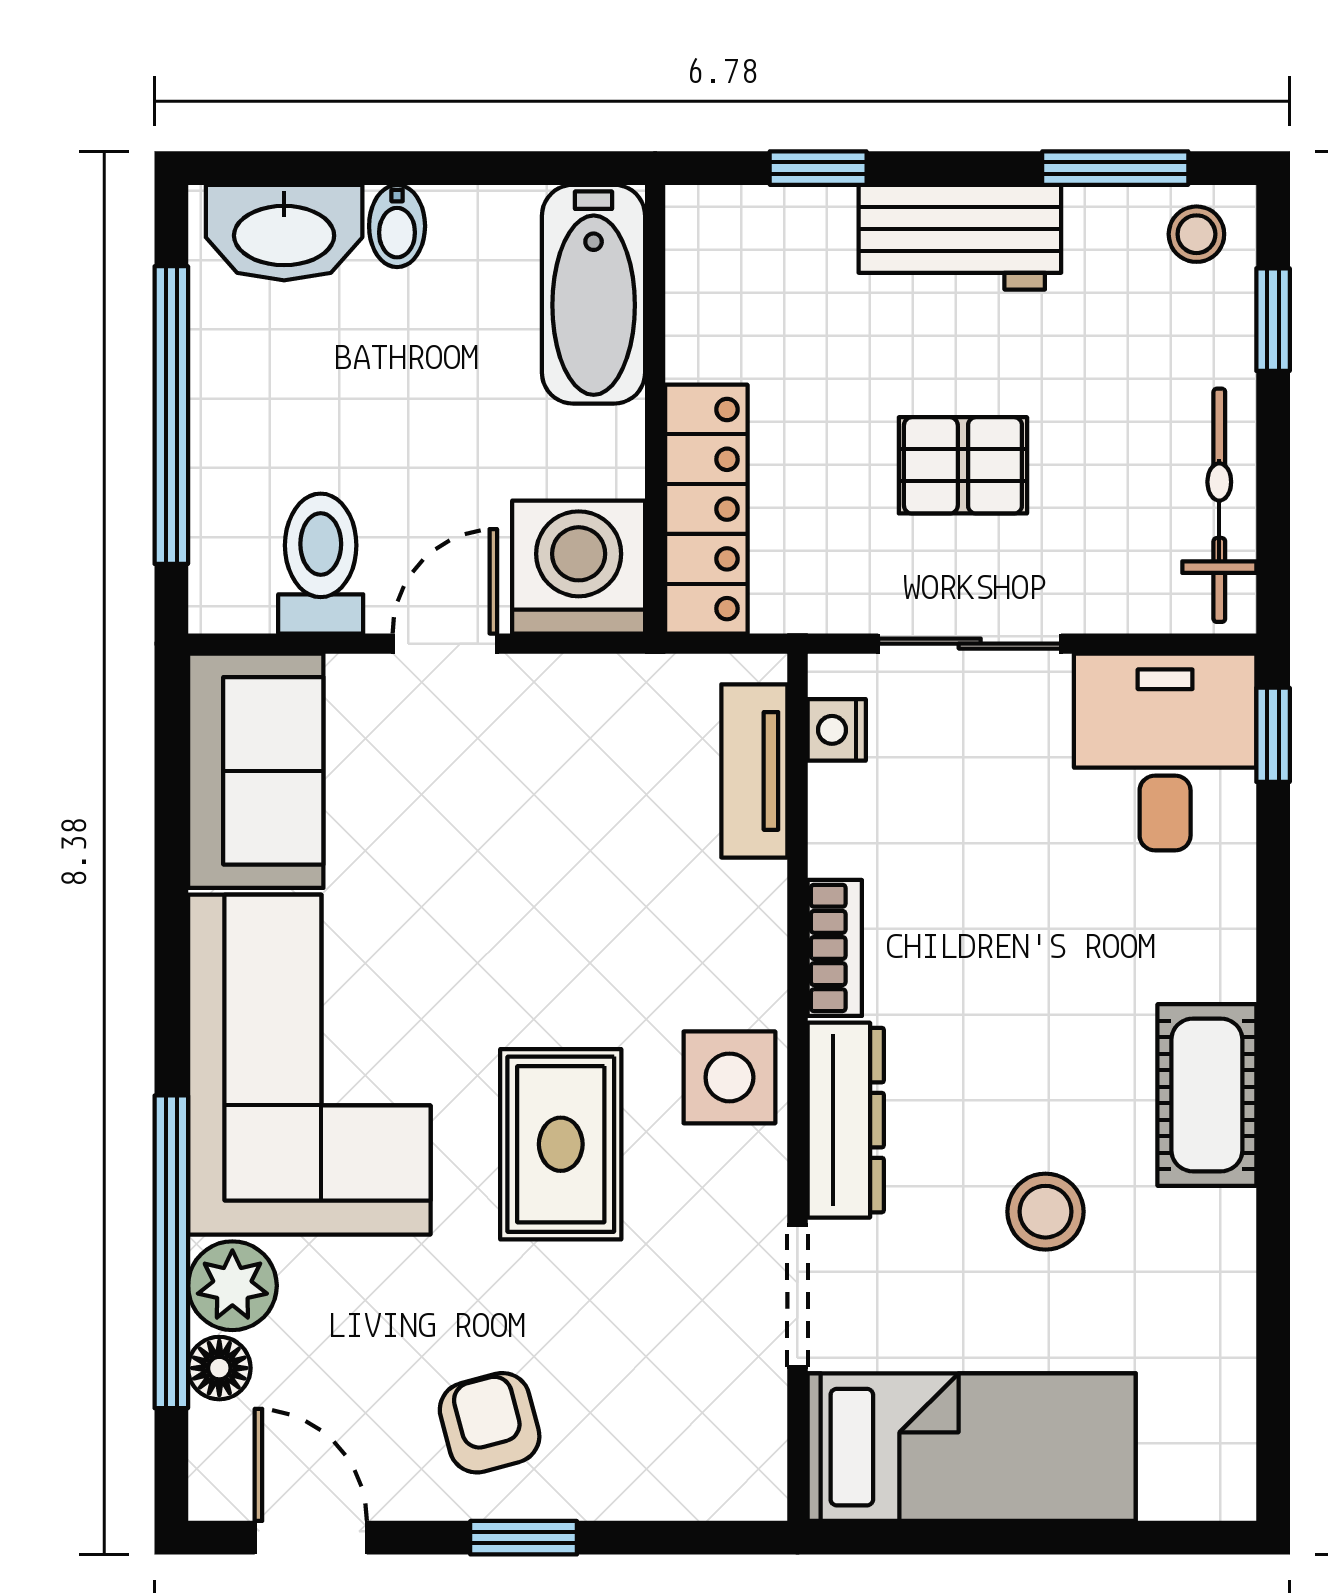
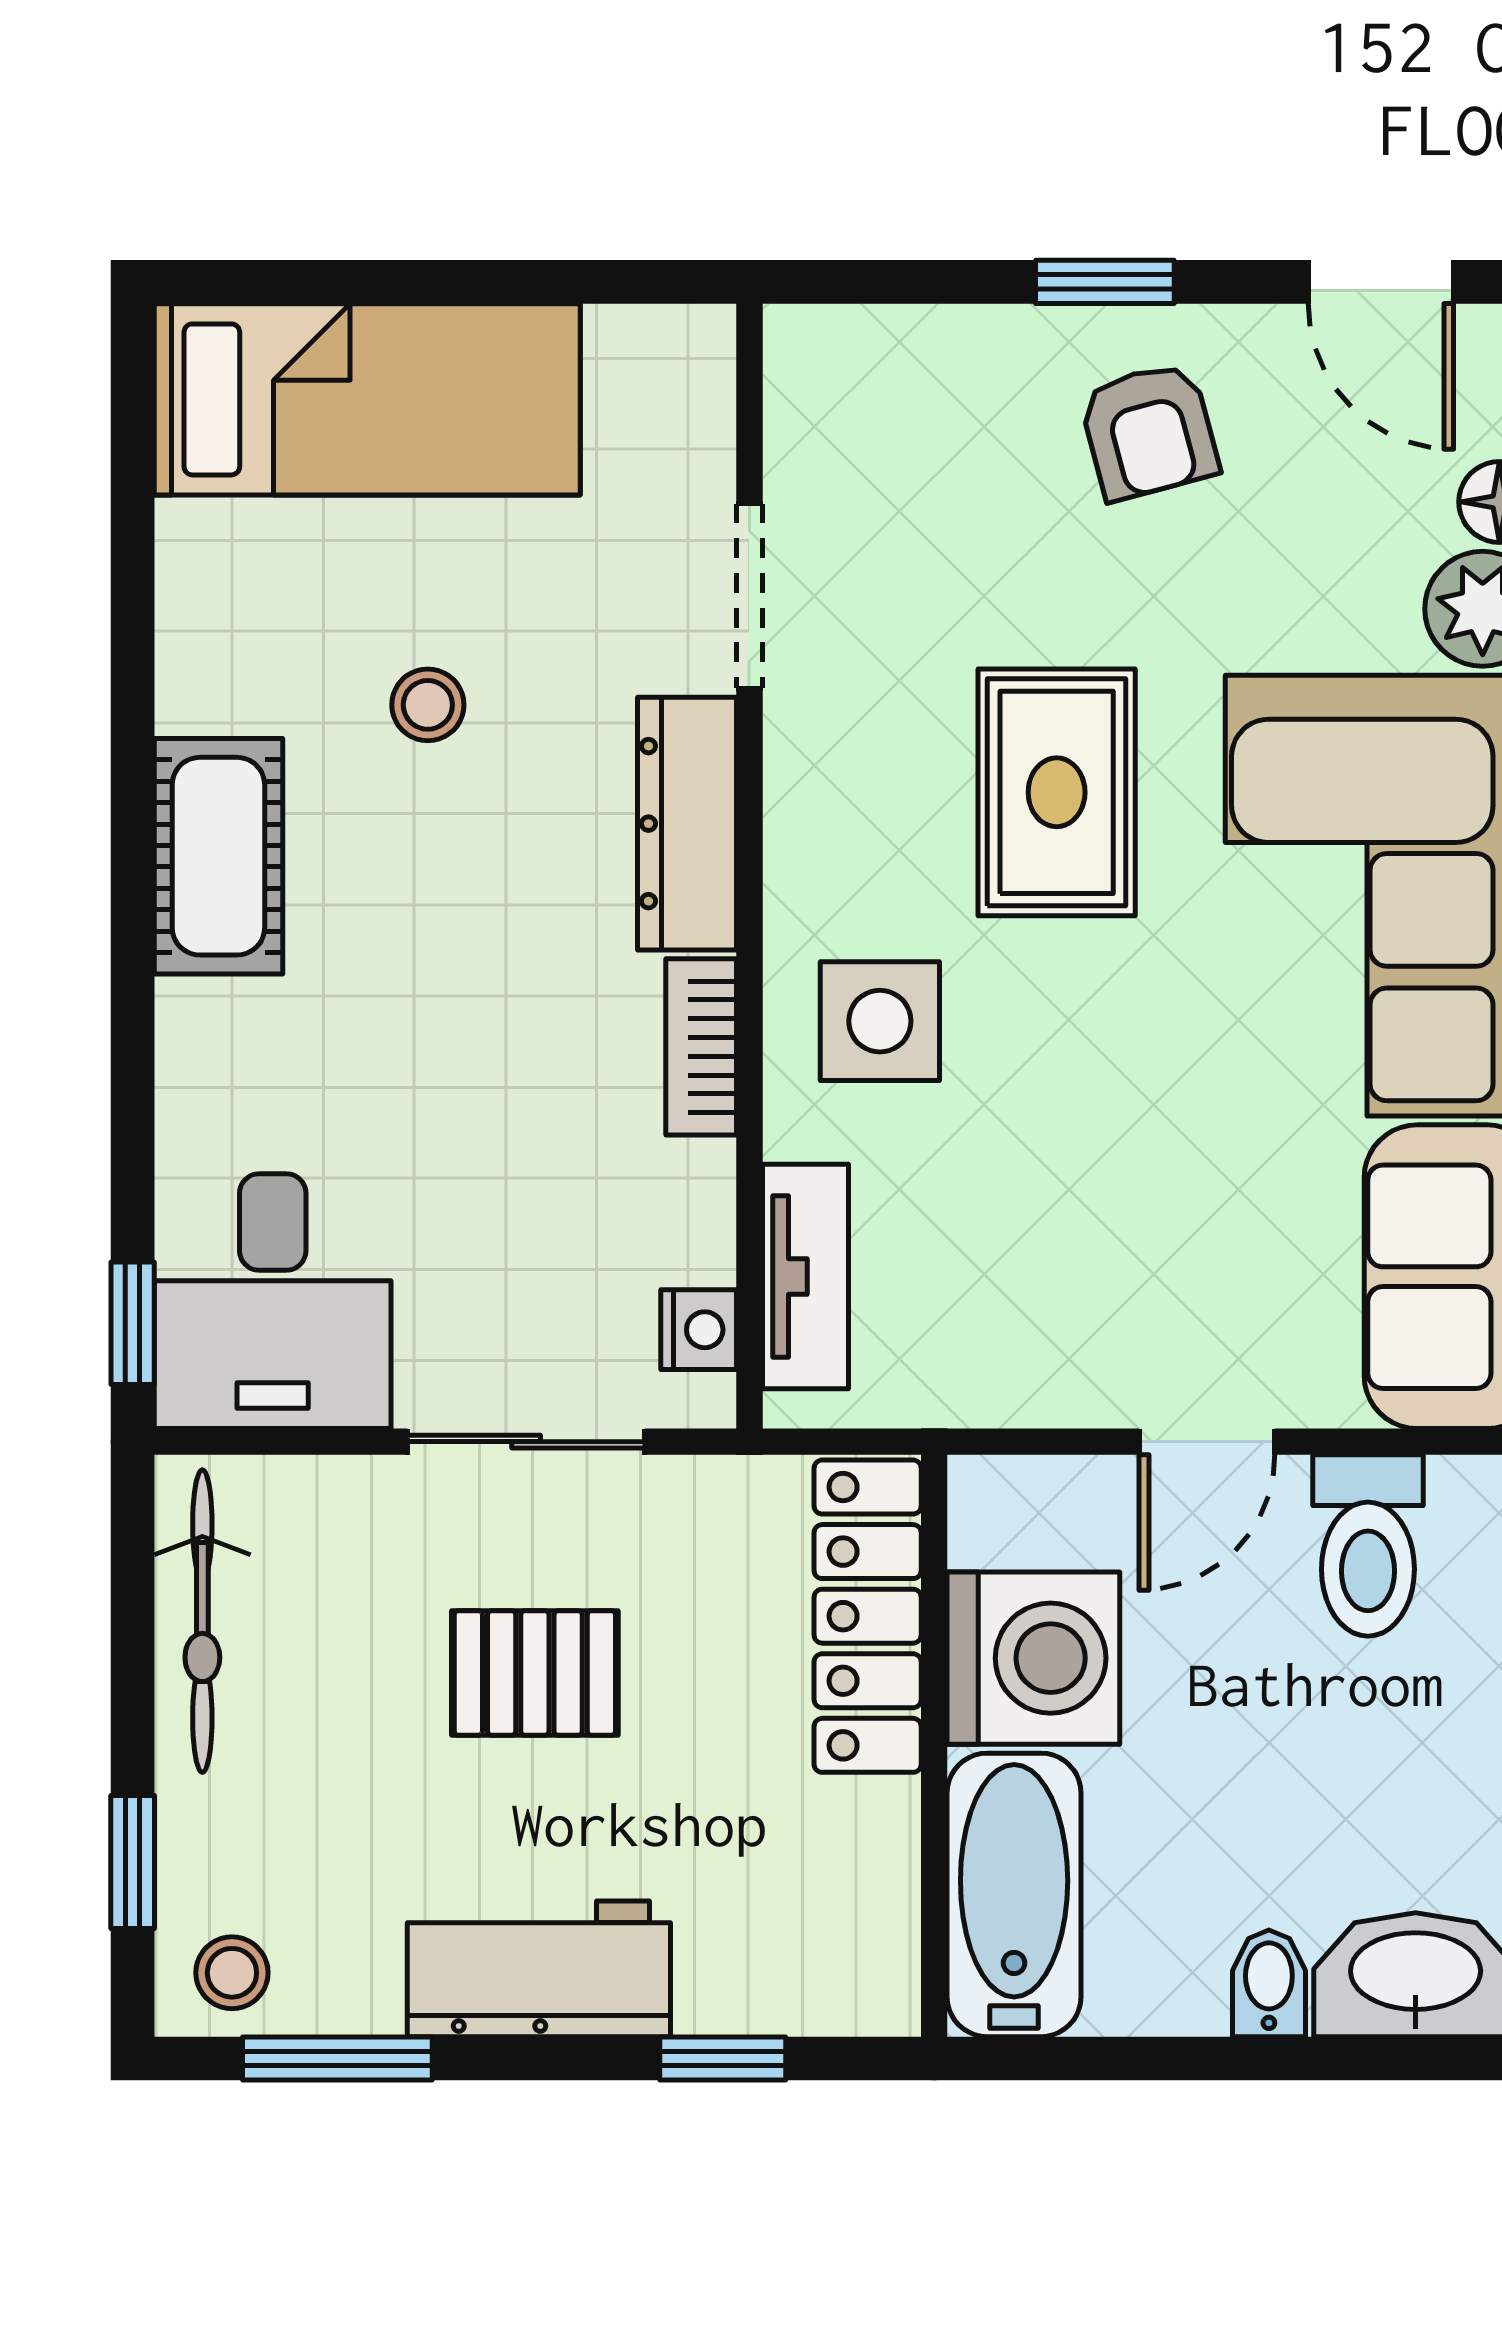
washing machine: (579, 567) -> (1033, 1658), moved, turned -90
side table: (729, 1077) -> (880, 1021), moved
stool: (1045, 1212) -> (428, 705), width x0.73, depth x0.73
bed: (972, 1447) -> (367, 399), moved, turned 180

